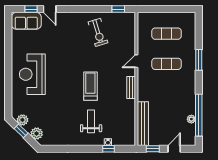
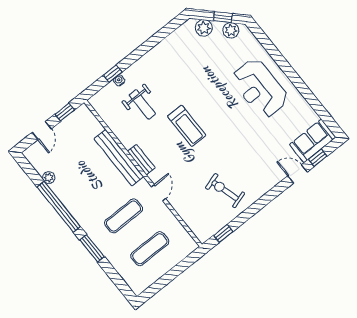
reception desk: (32, 74) -> (260, 88), turned 180
window: (199, 115) -> (59, 207), moved
weight bench: (91, 121) -> (142, 104), moved
bench: (143, 124) -> (119, 158), moved

